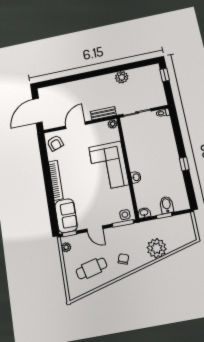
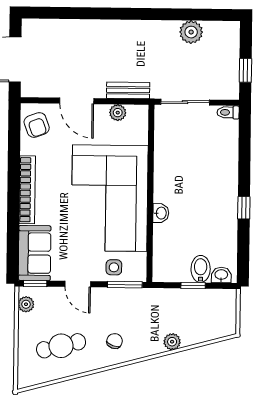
window: (165, 75) -> (245, 70), moved
plant: (122, 77) -> (191, 32), moved
plant: (113, 124) -> (118, 113), moved
door: (75, 125) -> (77, 101), swing flipped
corner sofa: (109, 166) -> (110, 198), width x1.36, depth x1.36
washbasin: (144, 213) -> (221, 275), moved
side table: (125, 215) -> (114, 267), moved
plant: (157, 248) -> (172, 342), width x0.53, depth x0.53

